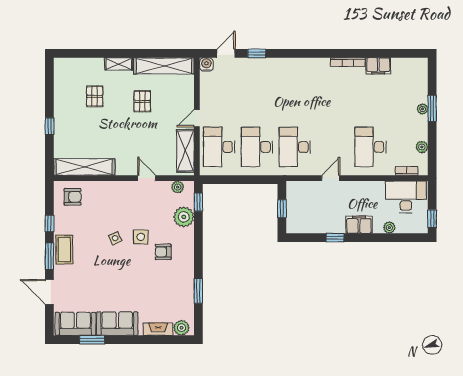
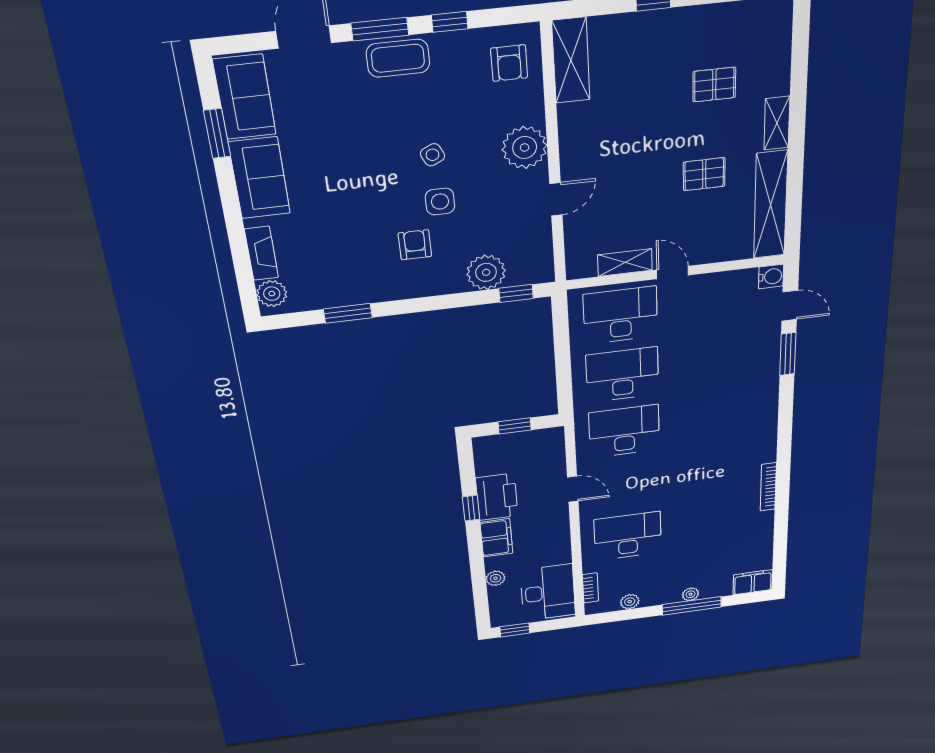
window: (257, 53) -> (788, 354), width x1.50
filing cabinet: (378, 66) -> (753, 582), moved, turned 90
window: (432, 108) -> (692, 606), width x1.44
shelving: (185, 151) -> (625, 263), width x0.67, depth x0.75
shelving: (84, 167) -> (571, 60), width x0.68
plant: (178, 187) -> (525, 147), moved, width x1.88, depth x1.88
printer: (329, 222) -> (497, 497), added

